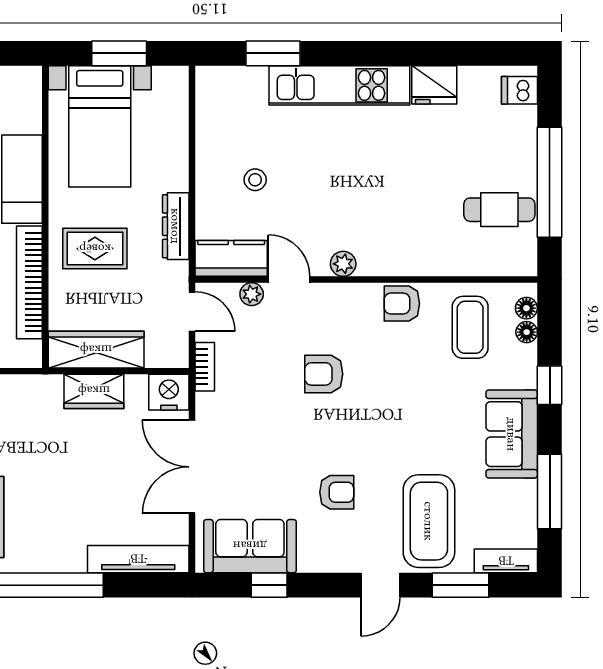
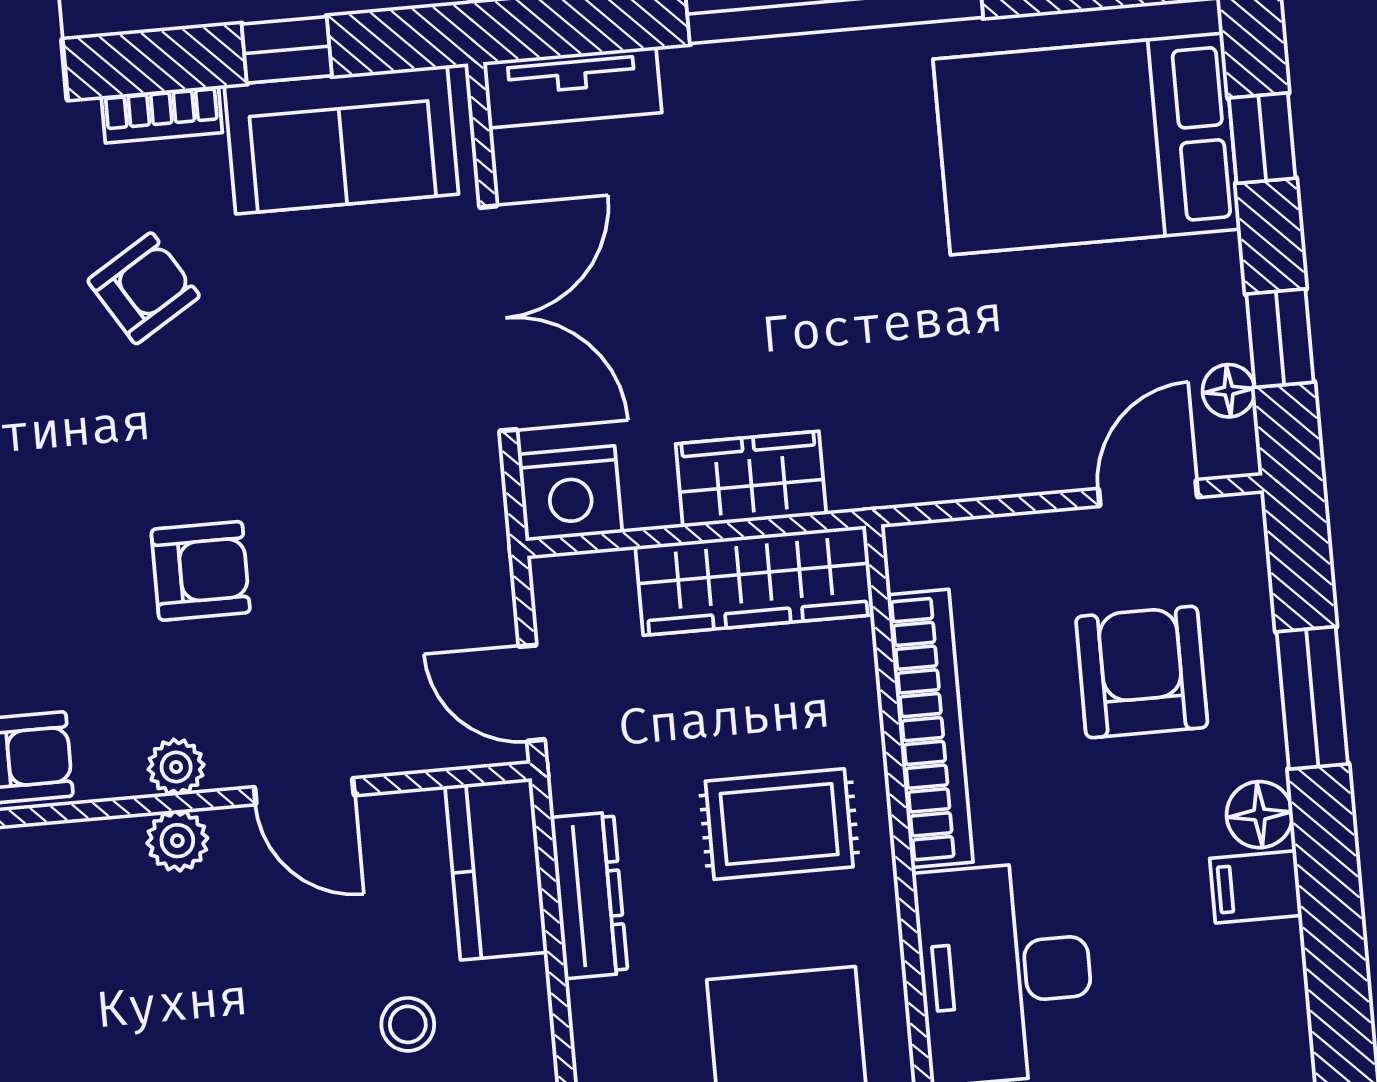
kitchen counter: (231, 258) -> (496, 869), moved, turned 90
plant: (252, 294) -> (176, 767), moved
bookcase: (205, 367) -> (162, 114), moved, turned -90
armchair: (337, 492) -> (144, 288), turned 148
tv unit: (138, 559) -> (572, 87), width x0.71

